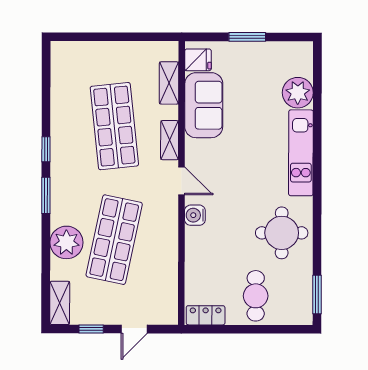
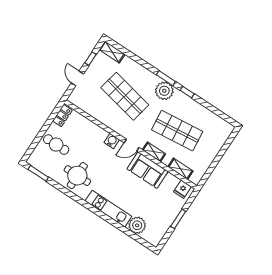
sofa: (204, 105) -> (148, 170), moved
plant: (66, 242) -> (164, 91), moved

